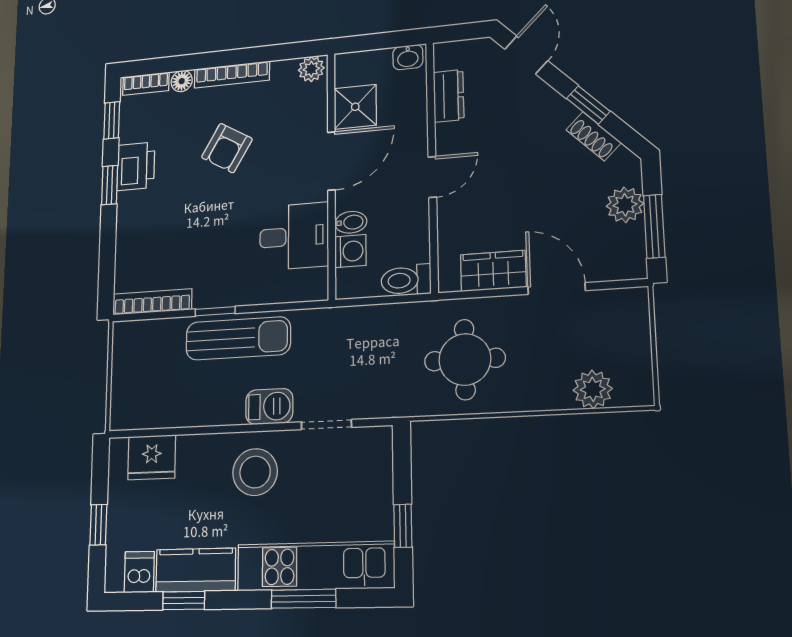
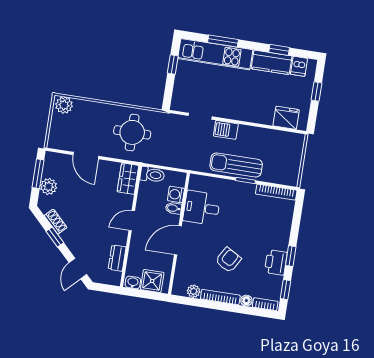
plant: (311, 69) -> (194, 291), moved
shower: (355, 107) -> (152, 281), moved
wardrobe: (493, 271) -> (128, 179), moved, turned 90
plant: (593, 389) -> (64, 105), moved
stool: (255, 472) -> (237, 101), removed

